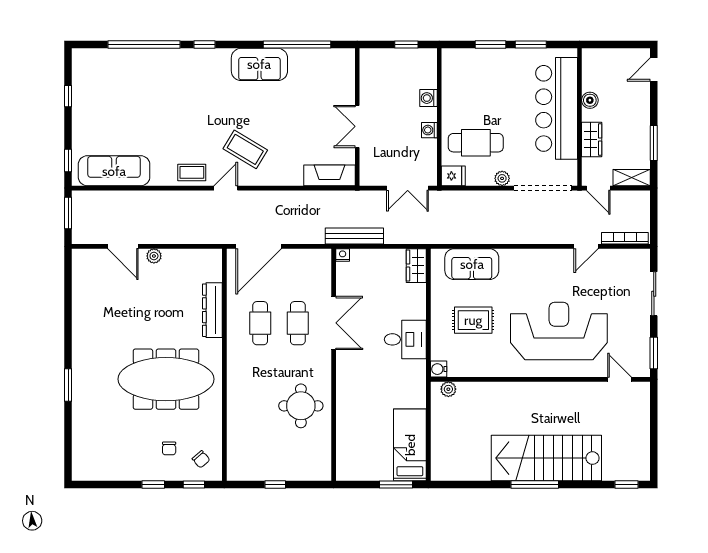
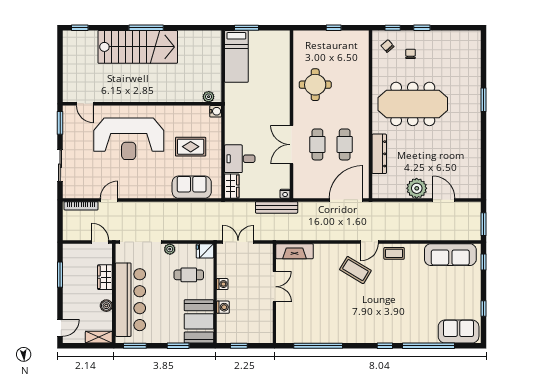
window: (531, 45) -> (135, 346), moved
sofa: (259, 64) -> (459, 331), moved
booth: (462, 78) -> (199, 321), added
cafe table: (476, 143) -> (189, 275), width x0.73, depth x0.74
shelving: (632, 178) -> (99, 337), moved
plant: (154, 256) -> (417, 188), width x1.88, depth x1.88
desk: (405, 339) -> (240, 159), moved

